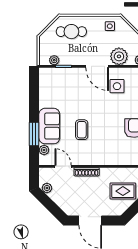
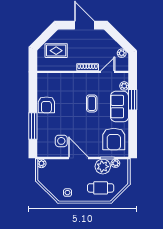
plant: (119, 56) -> (103, 167), moved
armchair: (56, 88) -> (114, 139), added
door: (63, 166) -> (108, 72), swing flipped

